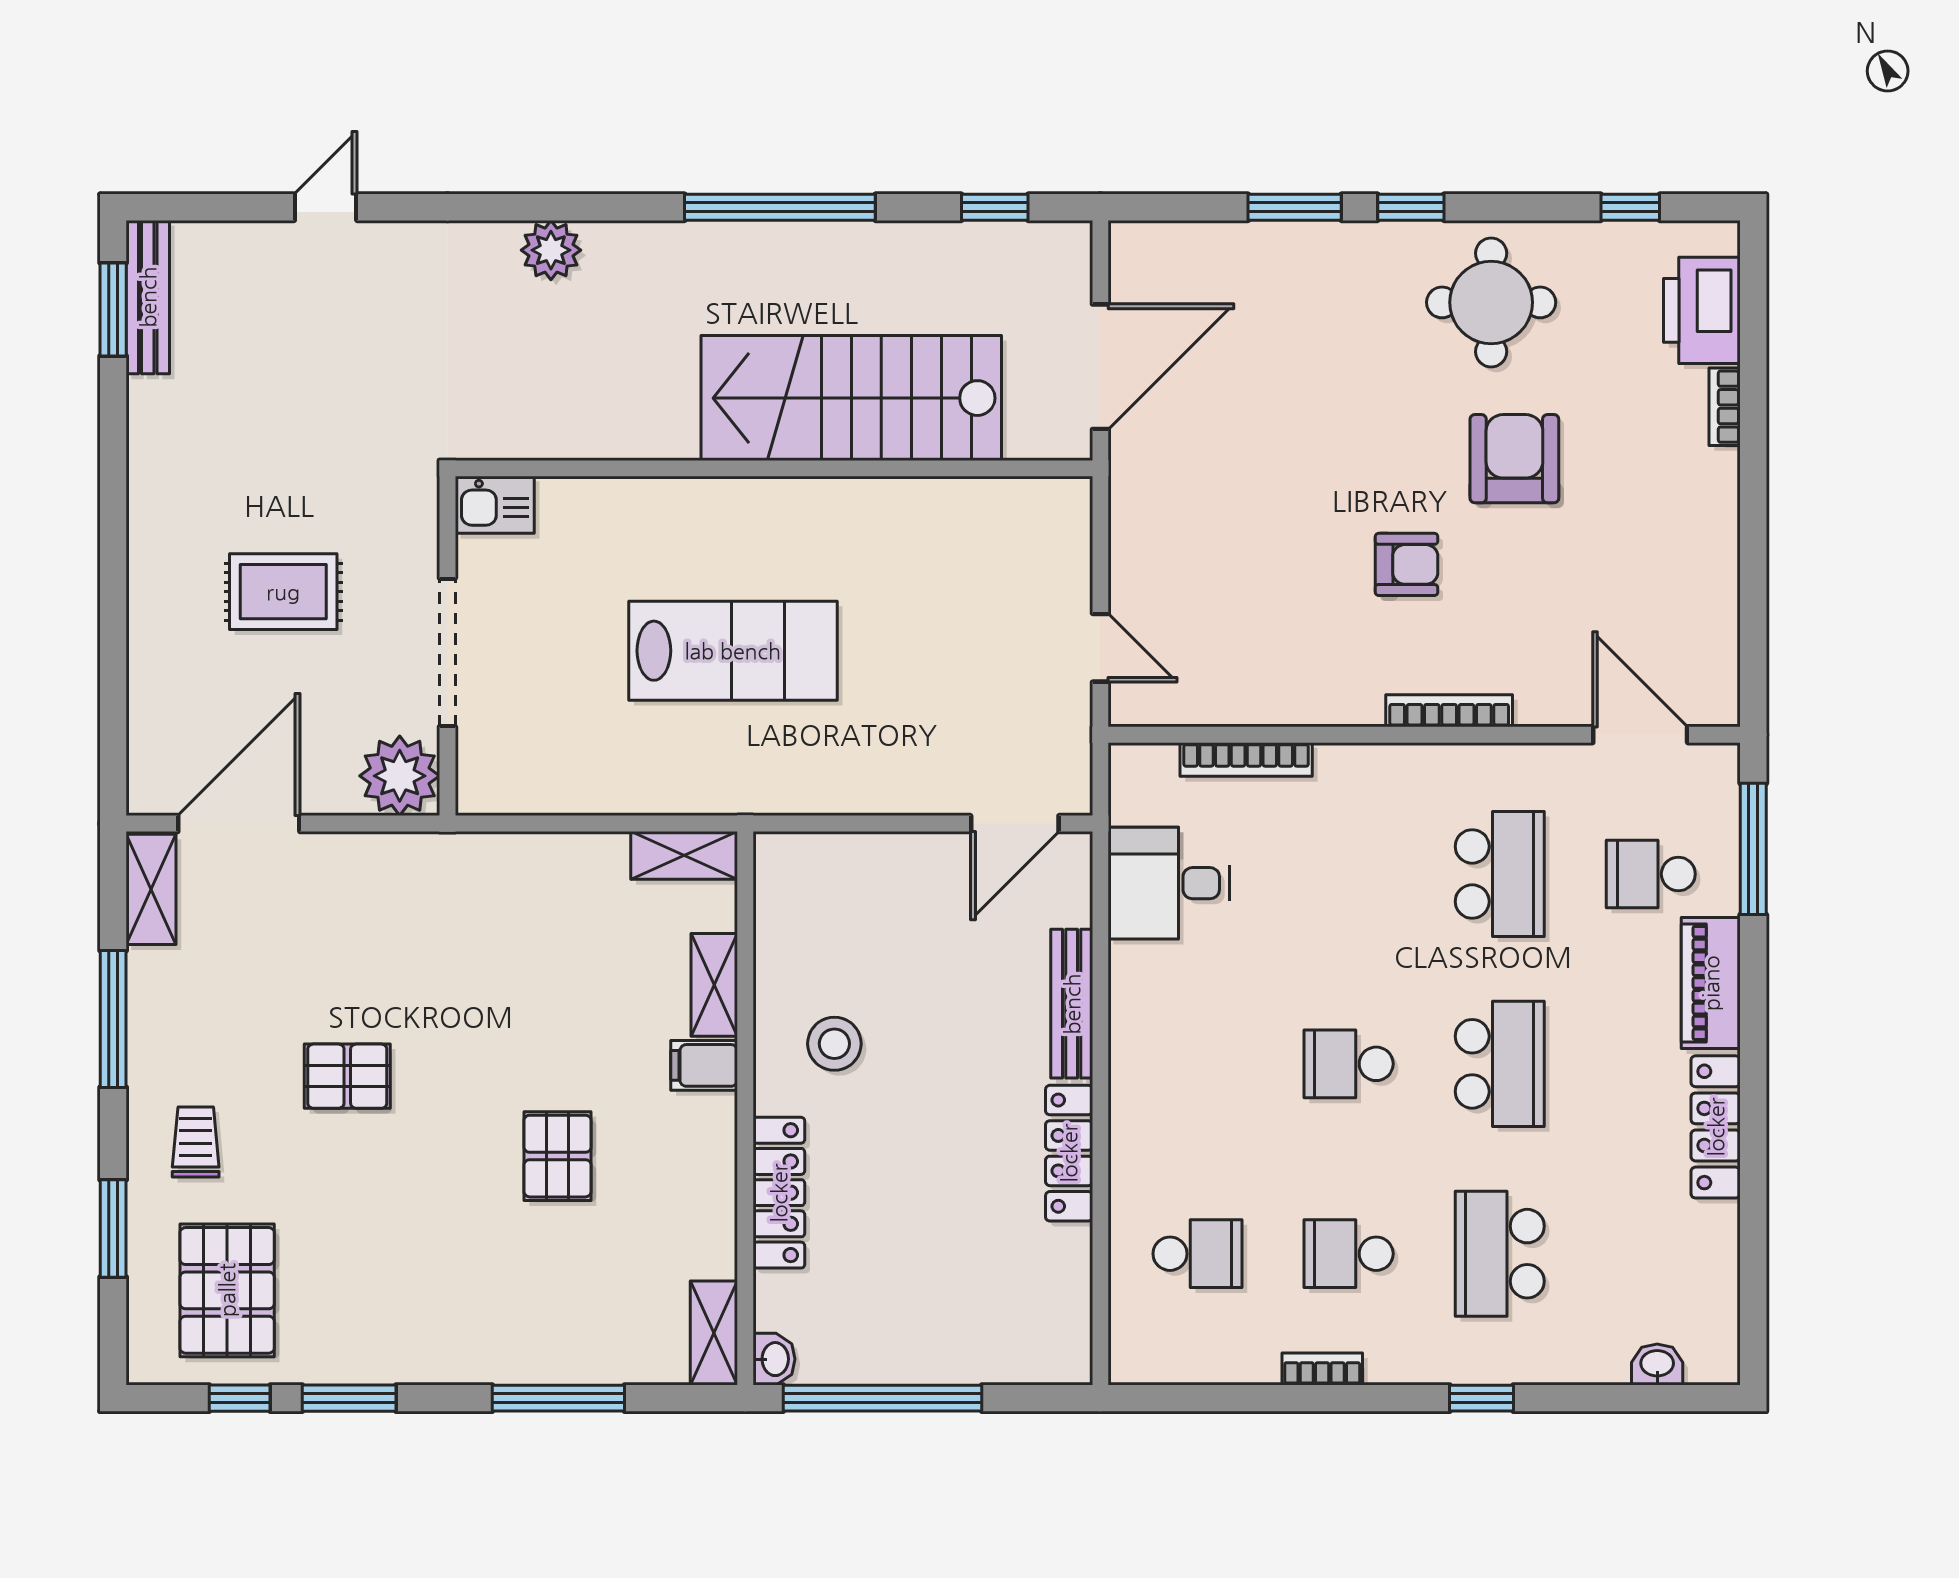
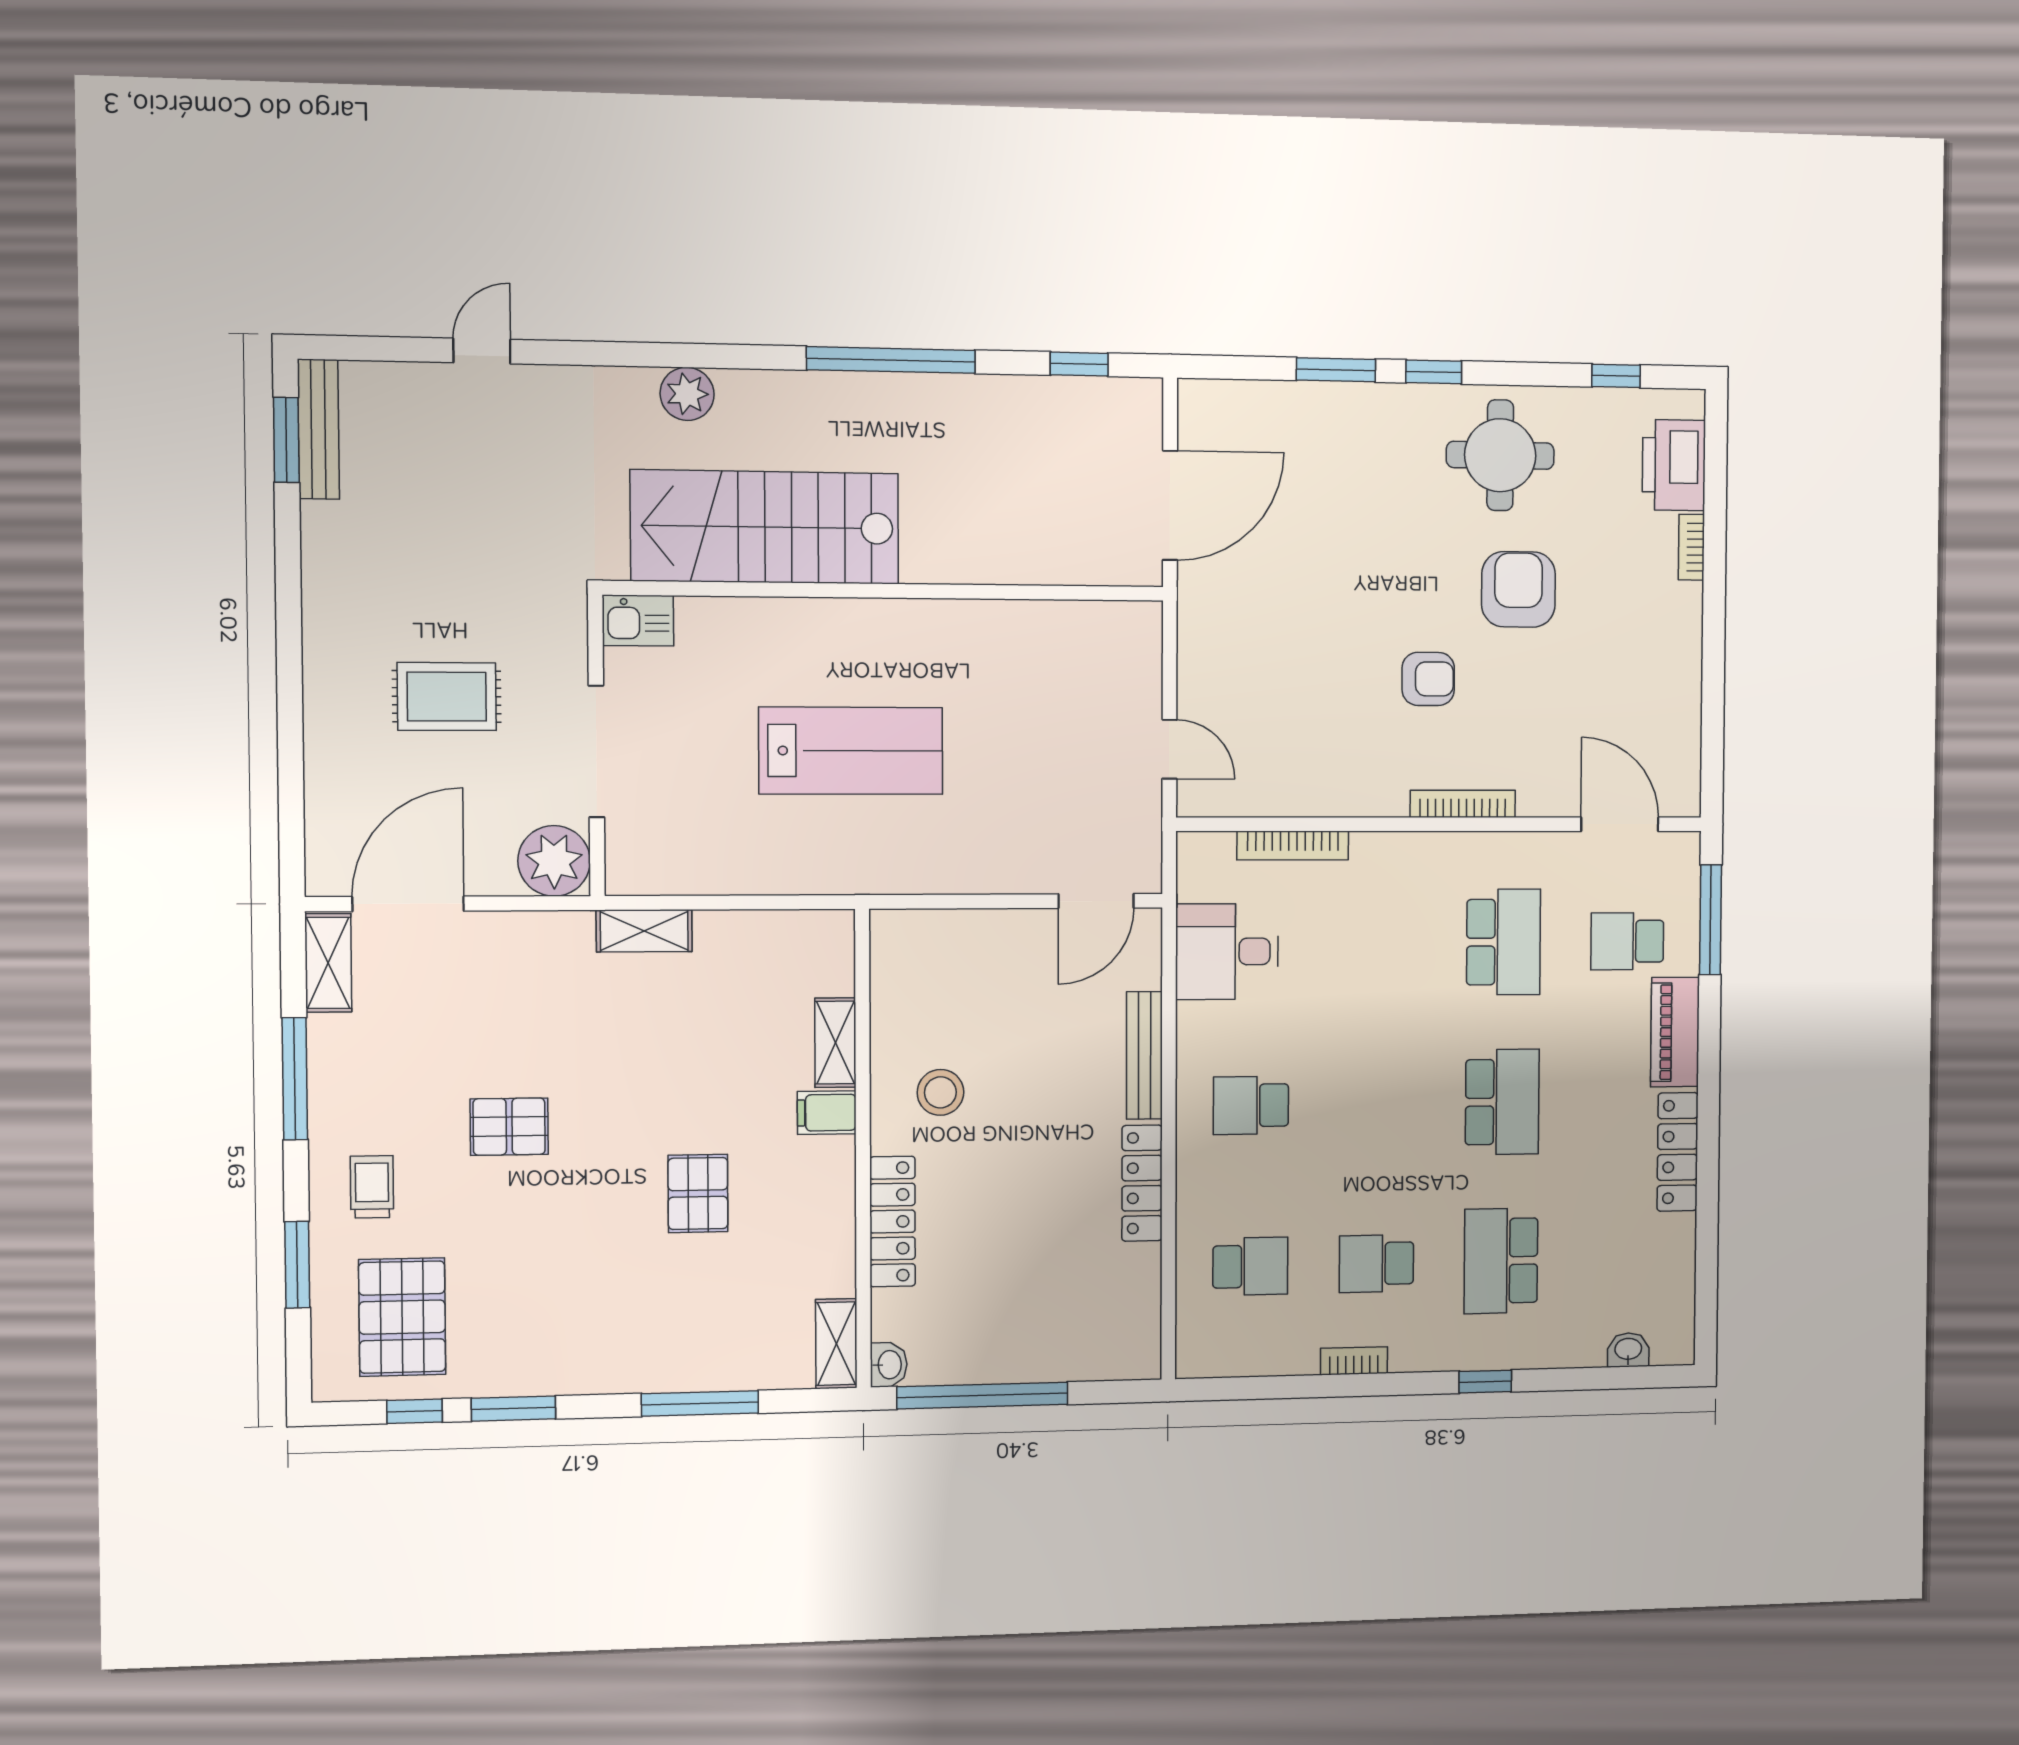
stairs: (851, 398) -> (765, 527), moved
shelving: (684, 855) -> (644, 931), moved
school desk: (1349, 1064) -> (1251, 1105), moved

